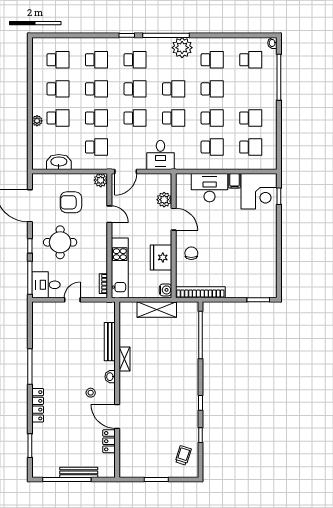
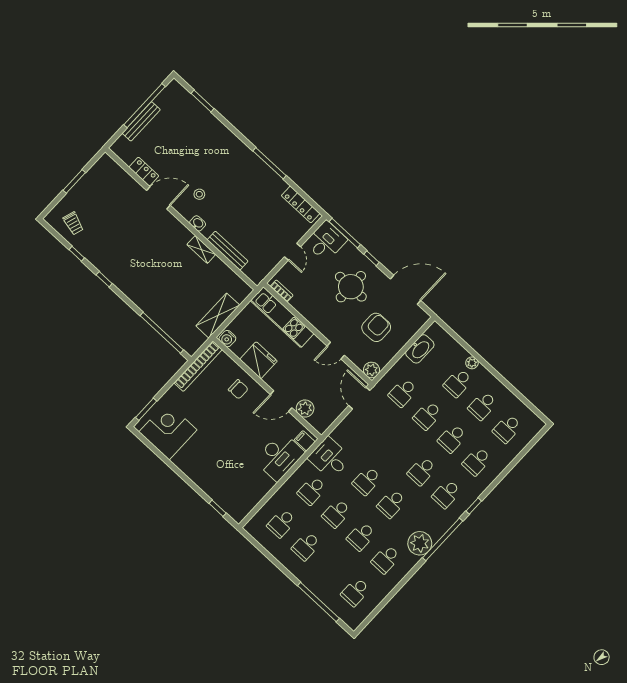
washbasin: (272, 43) -> (353, 623), removed
school desk: (135, 118) -> (397, 448), removed
desk: (160, 155) -> (330, 458), moved
filing cabinet: (235, 181) -> (305, 441), moved
corner desk: (259, 191) -> (168, 431), moved, turned 90
locker: (38, 405) -> (301, 204), moved

